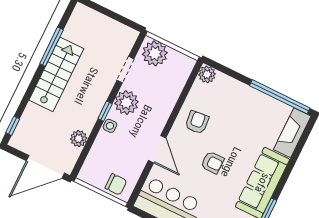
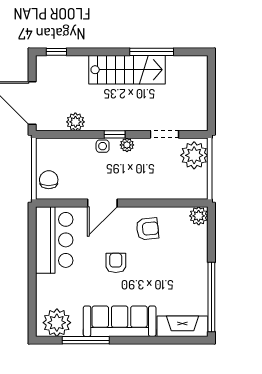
plant: (126, 103) -> (127, 145), width x0.53, depth x0.53
armchair: (212, 162) -> (116, 263), turned 180
chair: (116, 184) -> (49, 180), turned 180

